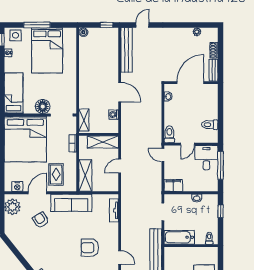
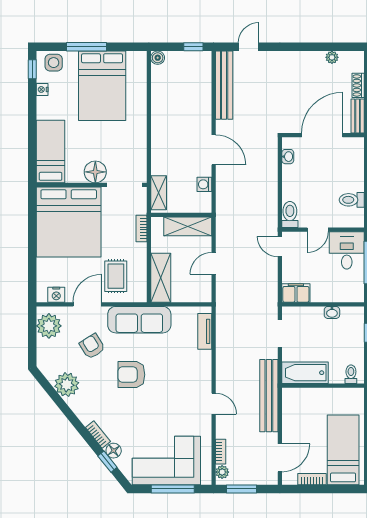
plant: (24, 245) -> (67, 385), added
armchair: (90, 248) -> (131, 375), moved

